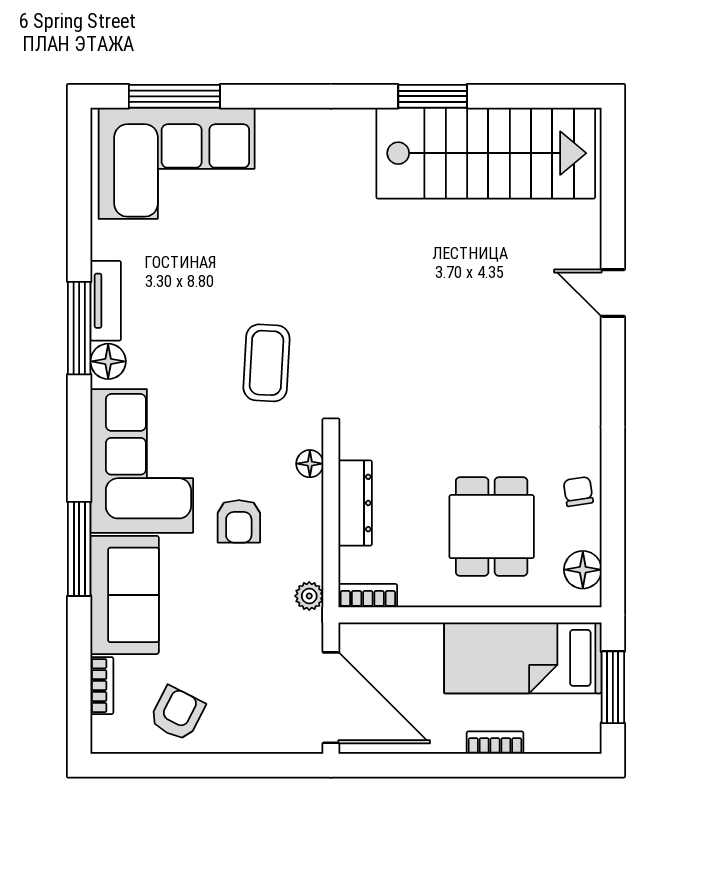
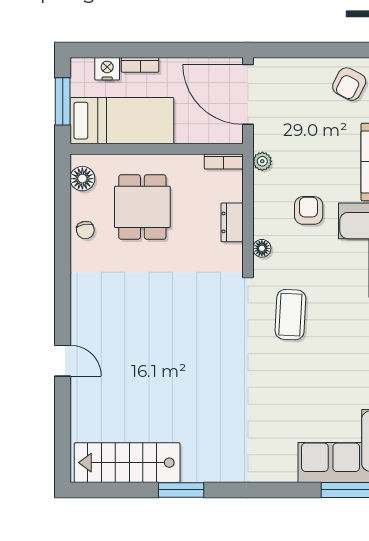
stairs: (486, 153) -> (127, 463), width x0.73, depth x0.66
dresser: (355, 503) -> (232, 222), width x0.70
nightstand: (545, 737) -> (107, 69), added

